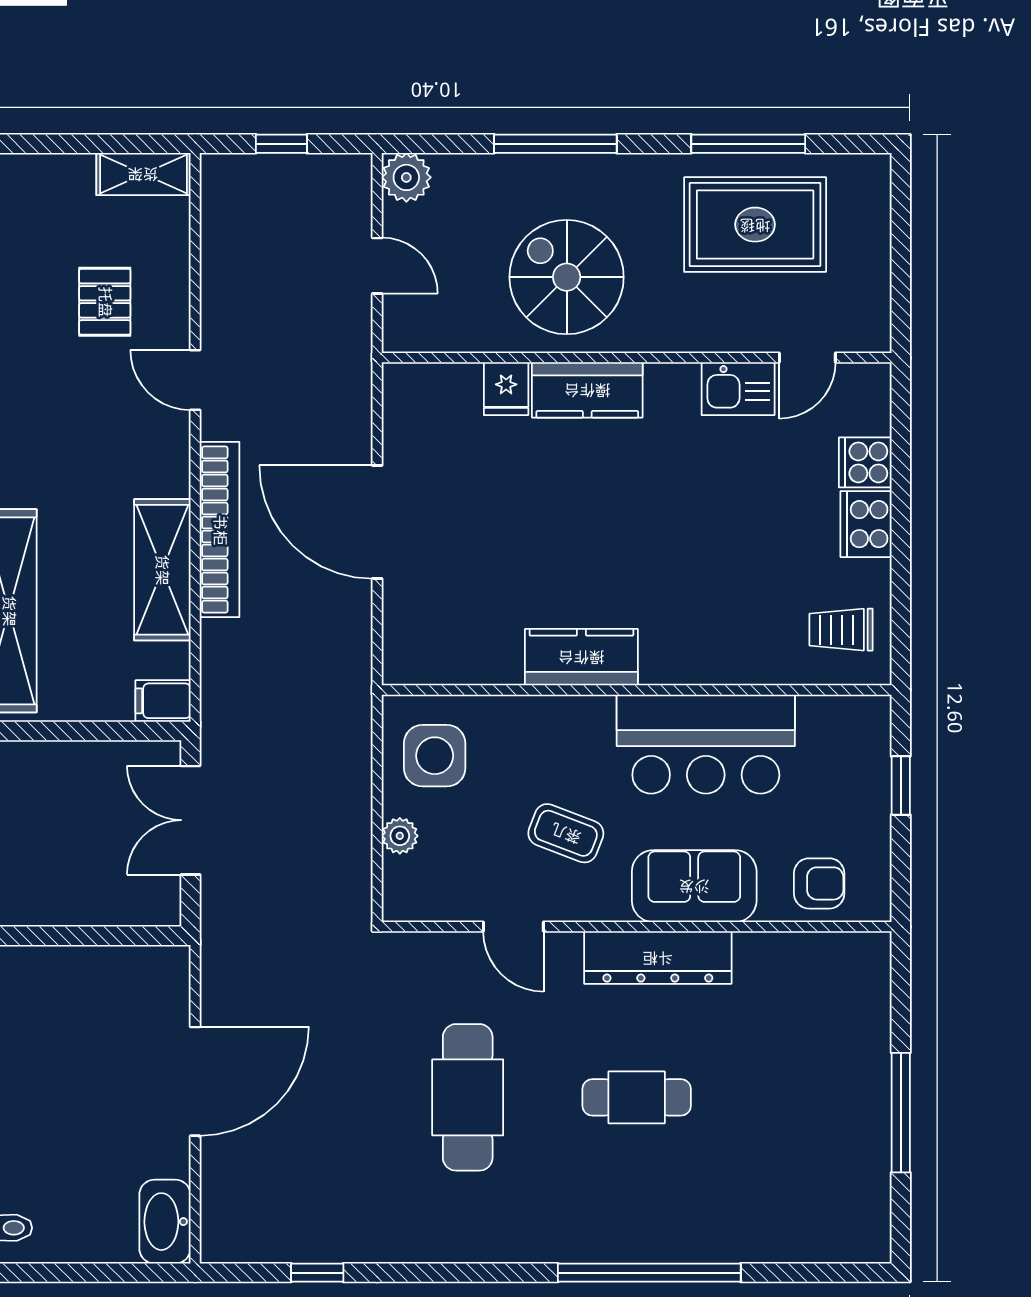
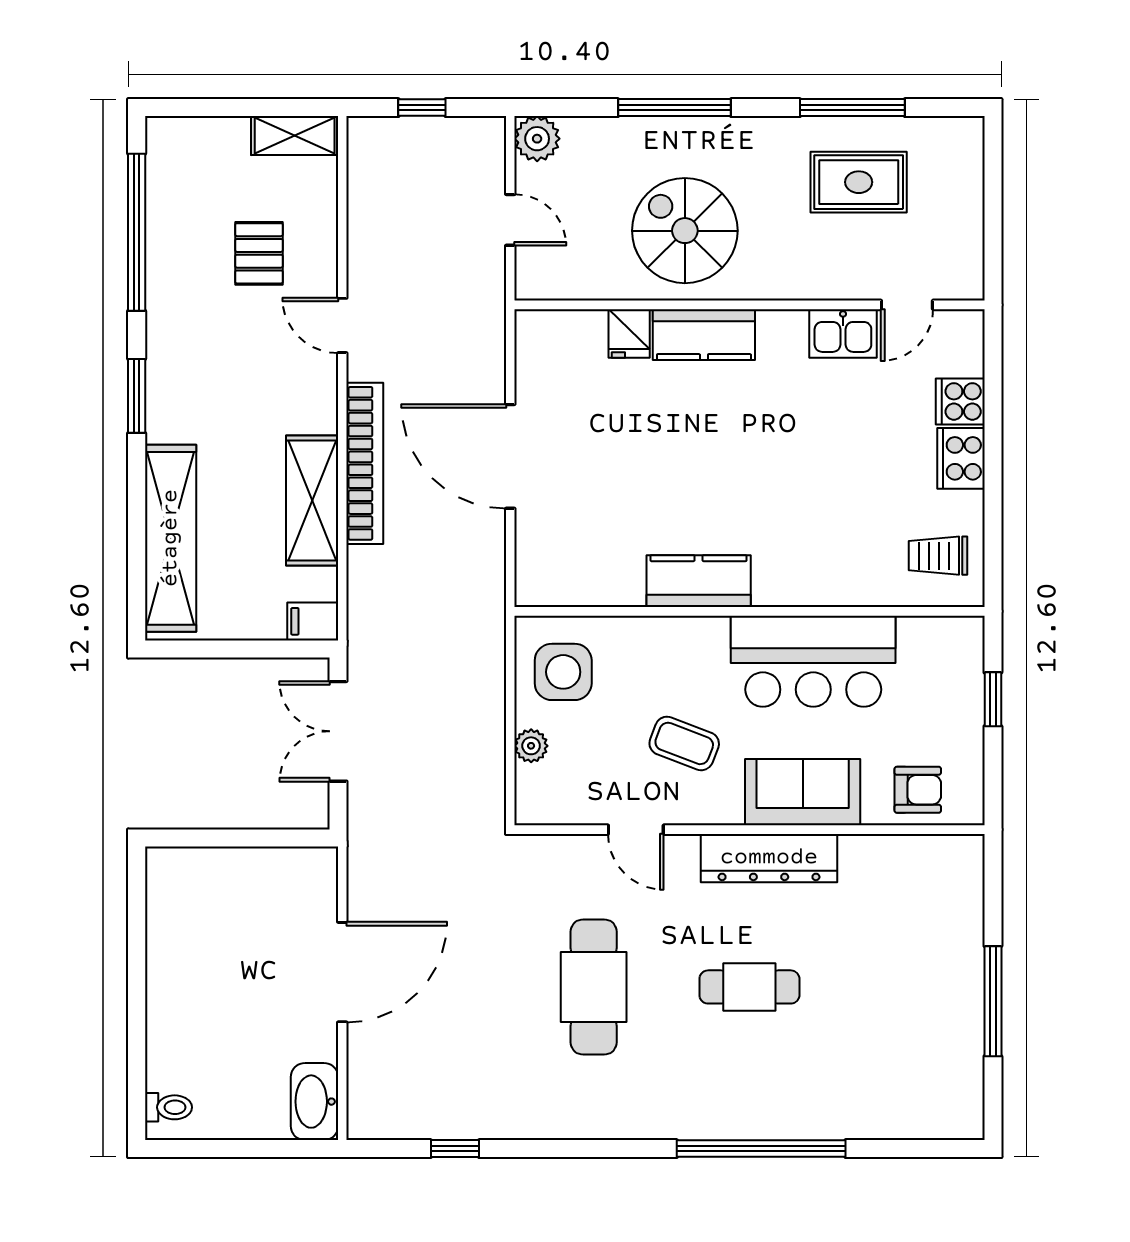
rug: (755, 225) -> (859, 182), width x0.73, depth x0.70

